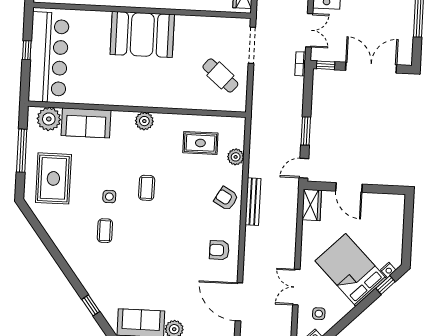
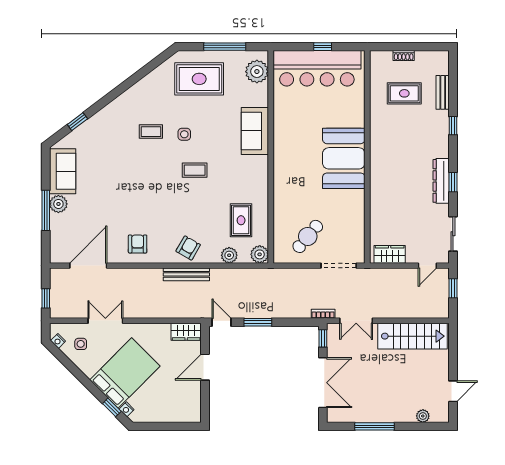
plant: (144, 121) -> (260, 254), moved
sofa: (86, 123) -> (255, 131), moved

